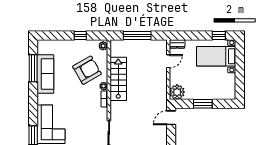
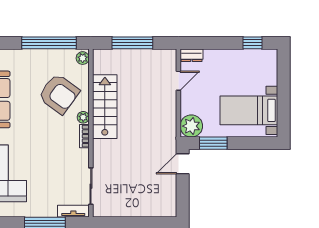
window: (80, 35) -> (49, 43), width x3.17
bed with nightstands: (216, 56) -> (249, 110), moved
armchair: (87, 70) -> (59, 94), turned 66
window: (203, 104) -> (213, 143), moved

